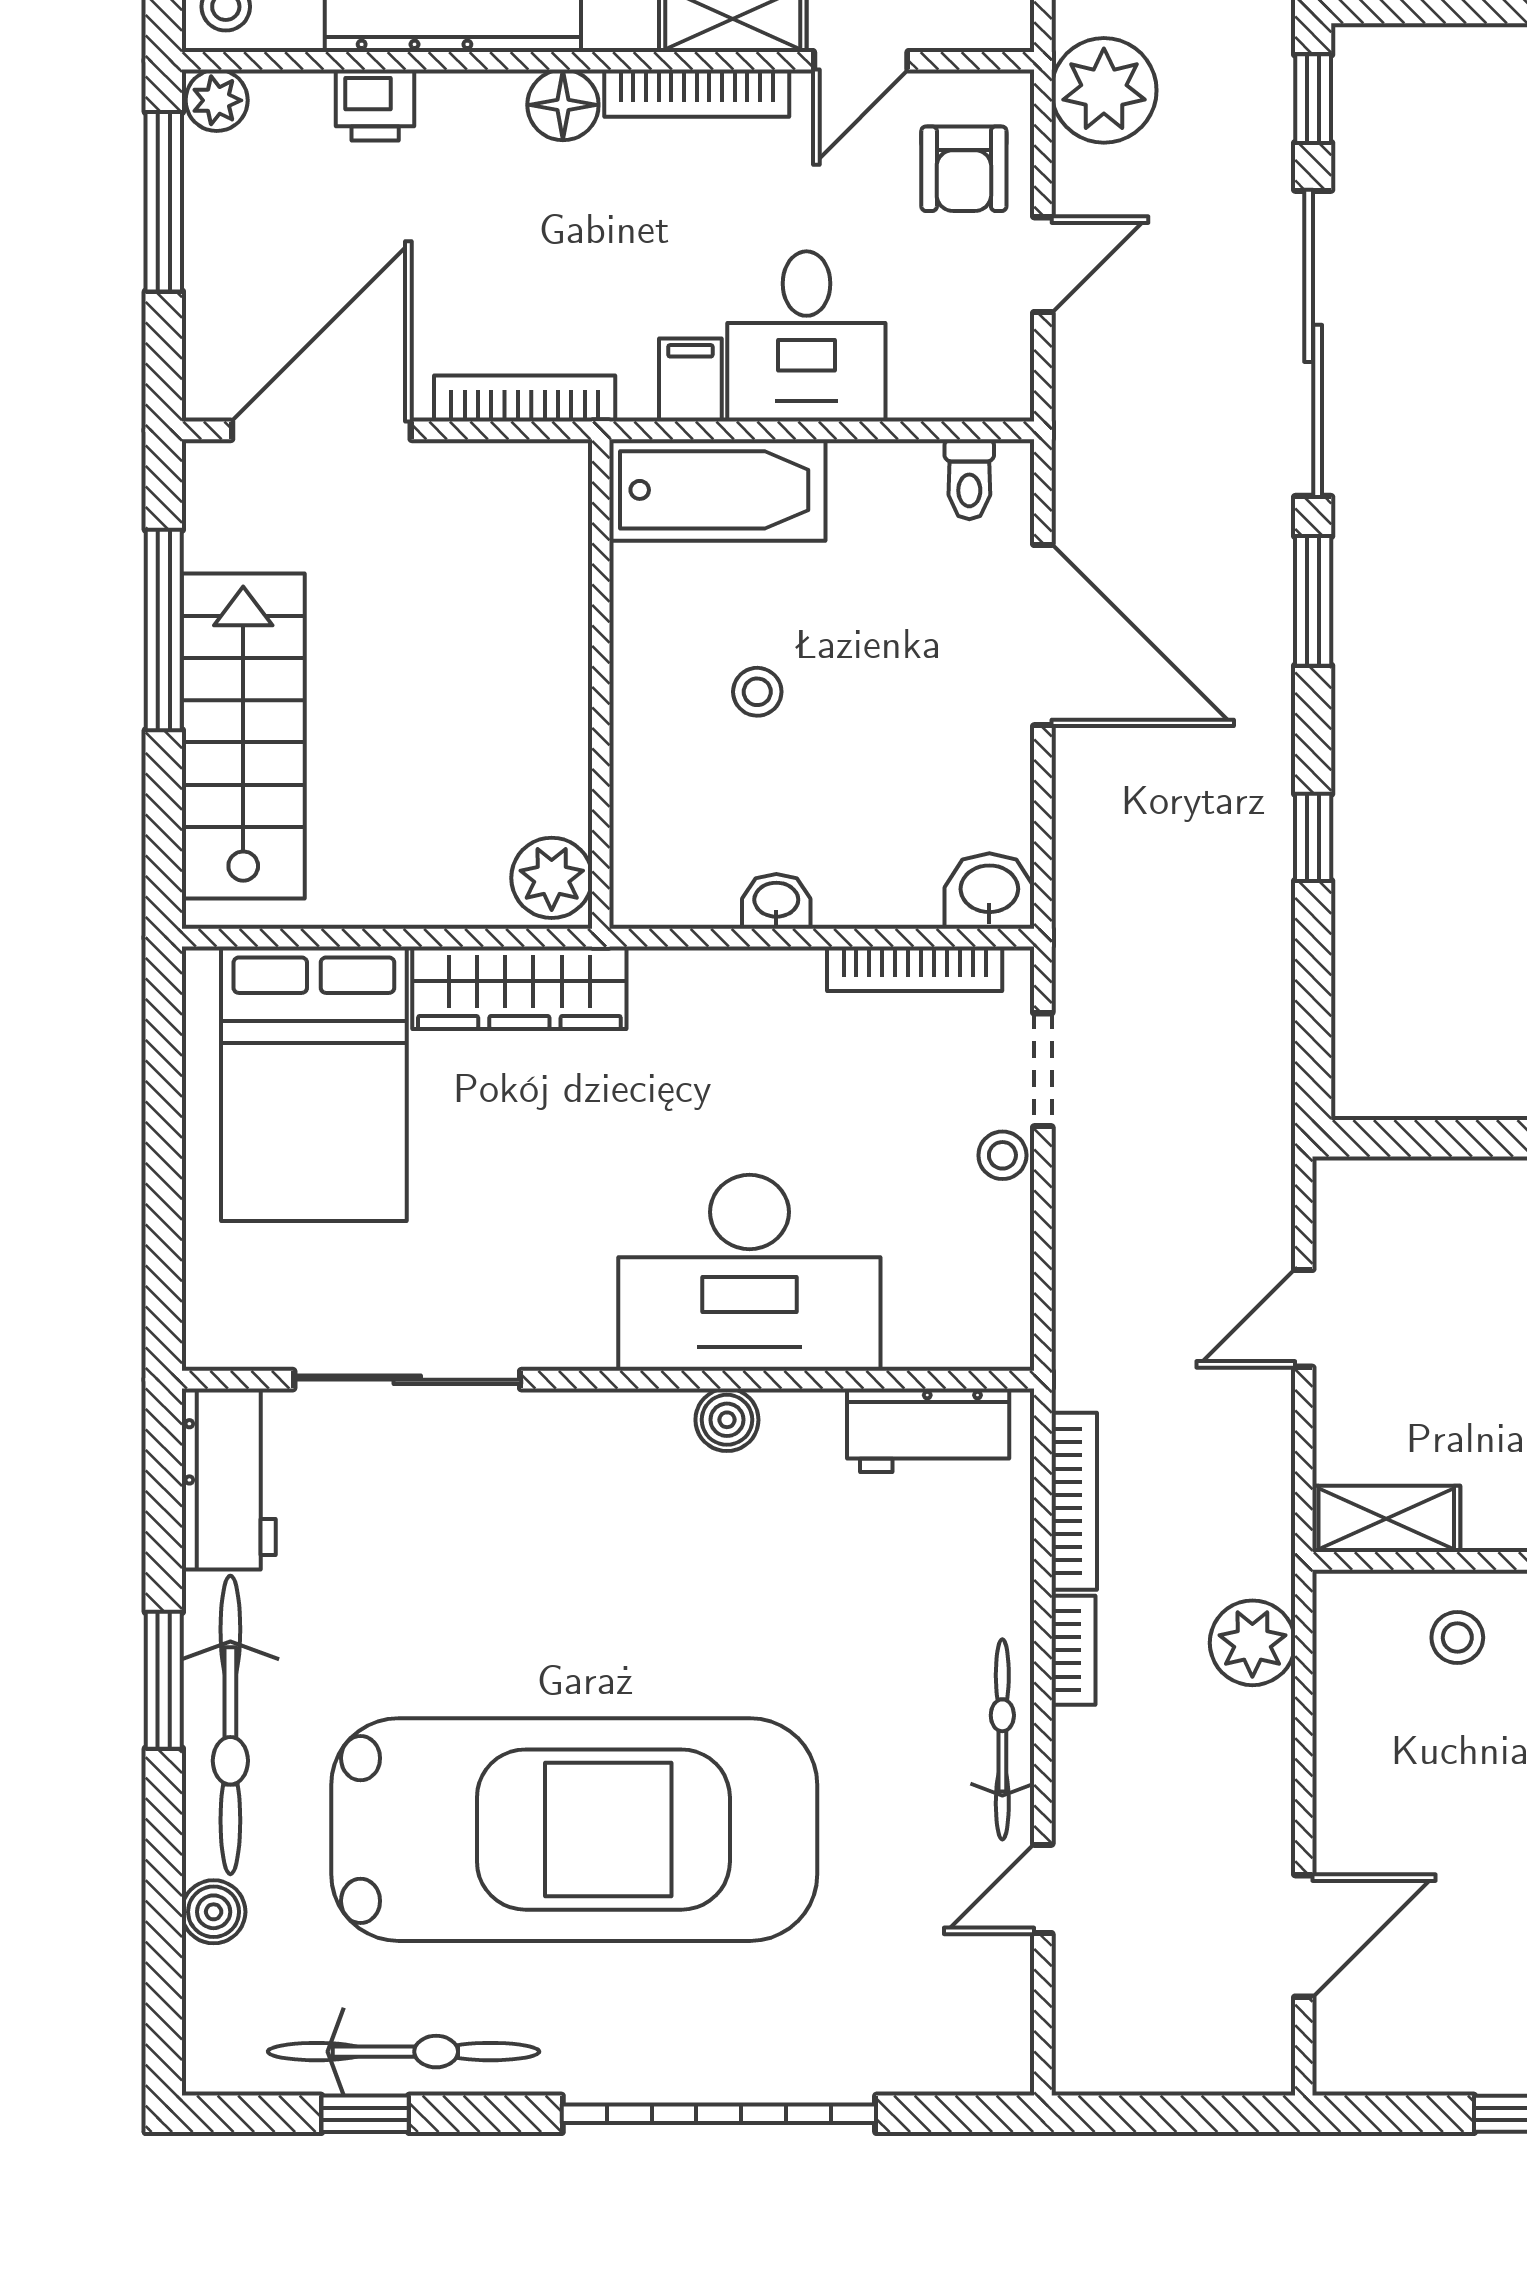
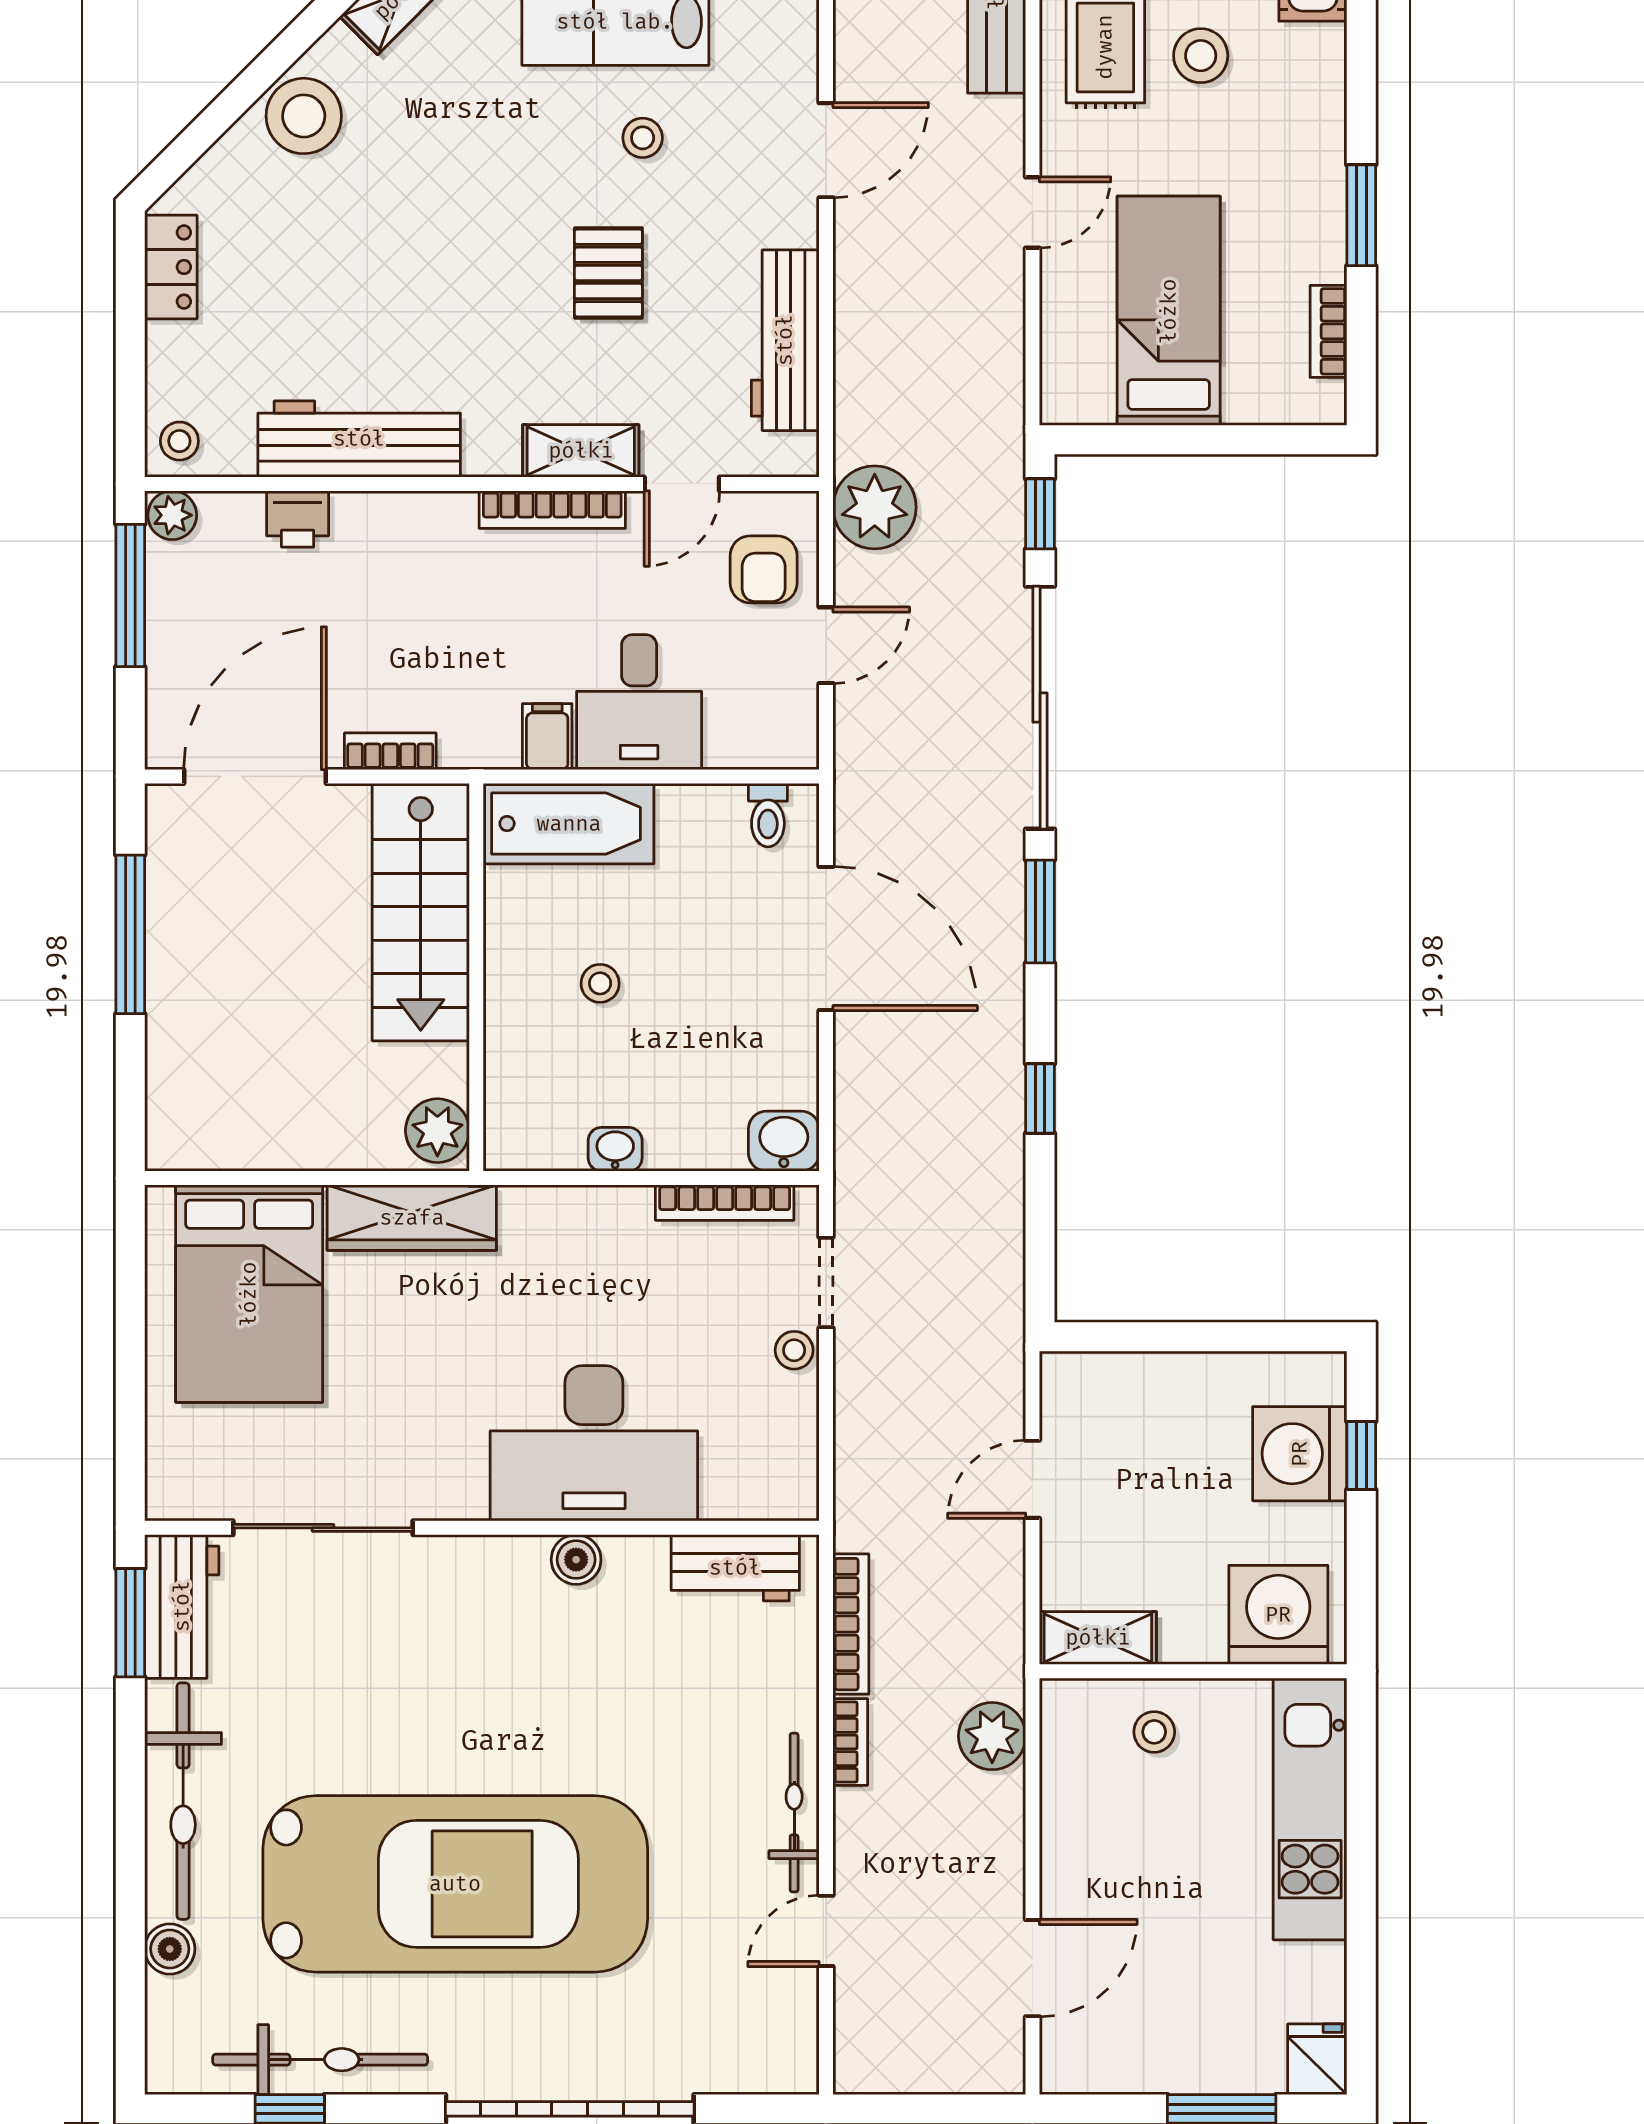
floor lamp: (563, 105) -> (446, 519), removed
bookcase: (525, 398) -> (390, 751), width x0.64
stairs: (243, 736) -> (421, 912), moved, turned 180
window: (164, 1680) -> (130, 1623), moved

